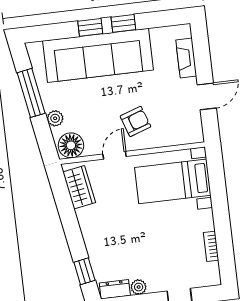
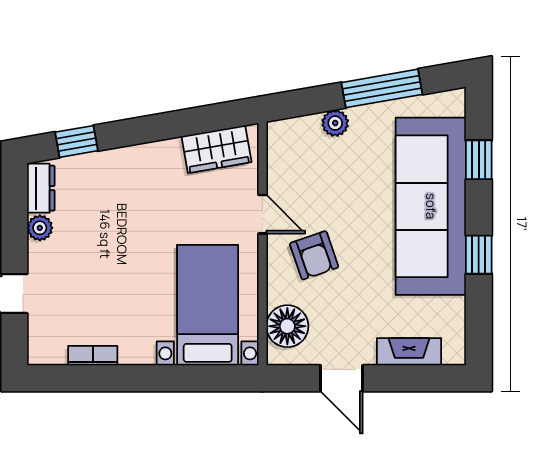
window: (90, 27) -> (479, 160), moved
floor lamp: (71, 145) -> (287, 326), moved

